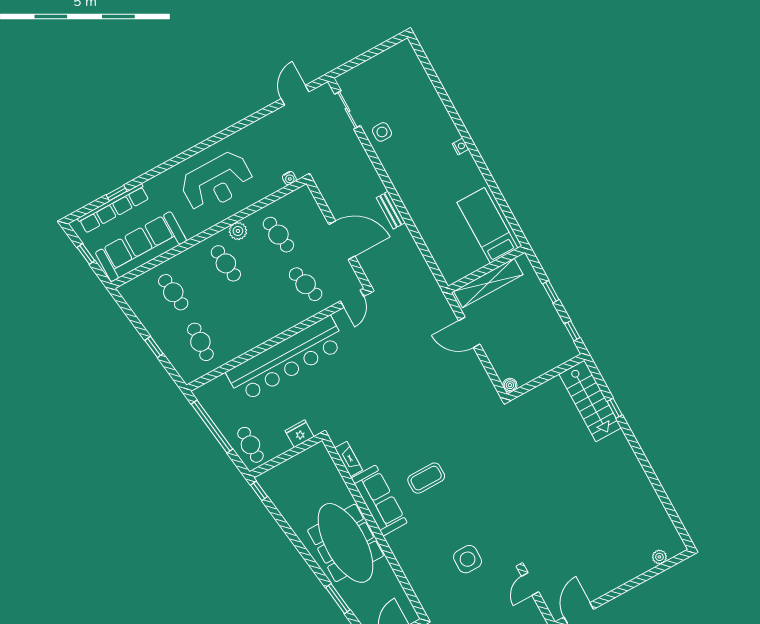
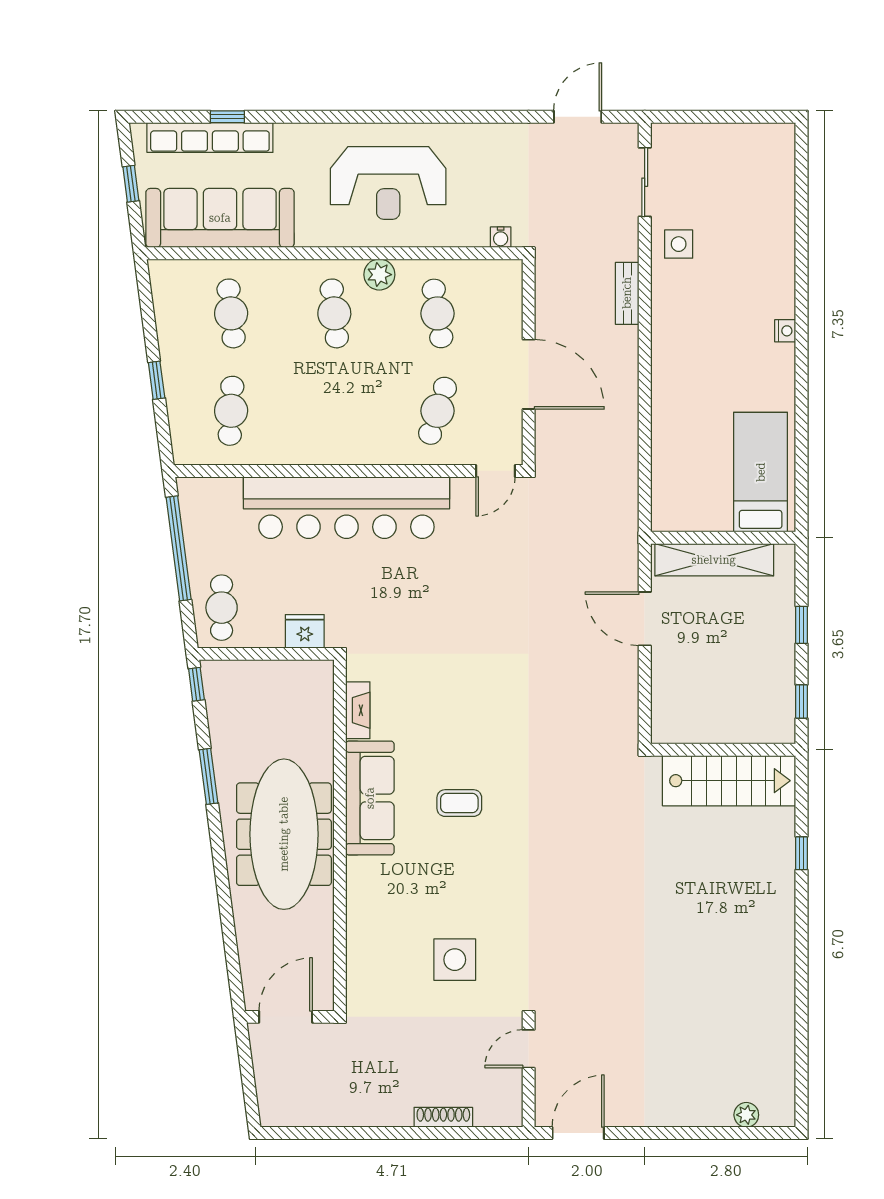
bench: (391, 210) -> (627, 293), moved
cafe table: (306, 284) -> (437, 411), turned 33
boiler: (510, 385) -> (662, 732), removed
stairs: (590, 401) -> (729, 781), moved, turned -90
coffee table: (426, 478) -> (459, 803), width x0.73, depth x0.77
window: (338, 599) -> (208, 776), moved

